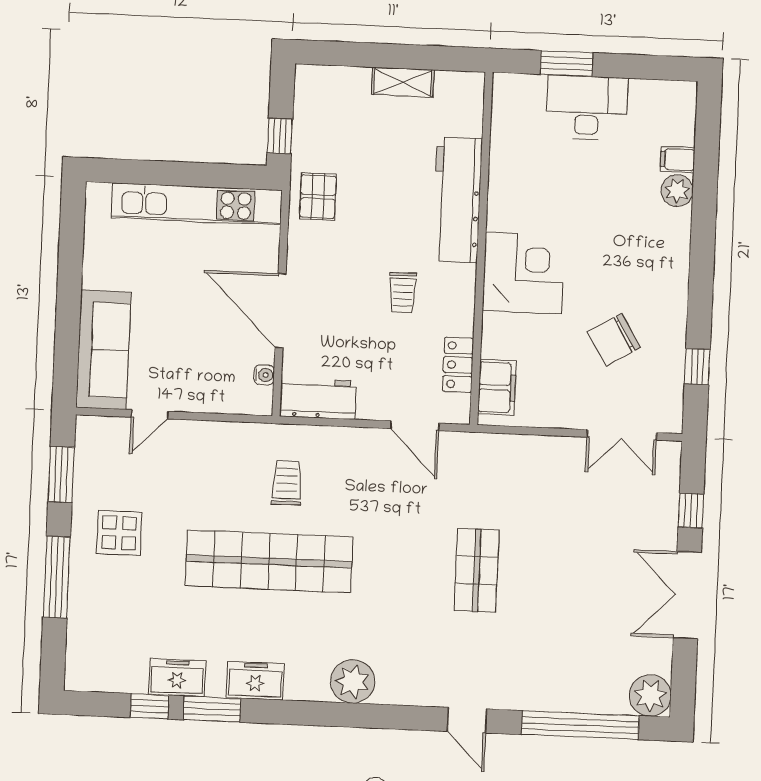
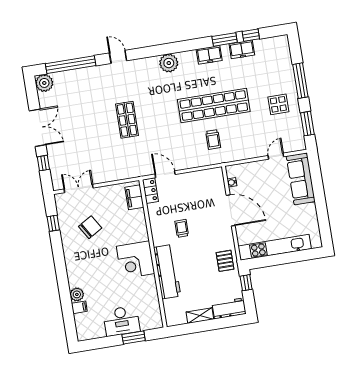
corner desk: (523, 273) -> (136, 260), moved
locker: (458, 365) -> (150, 191), moved
workbench: (318, 399) -> (229, 308), moved, turned 180

